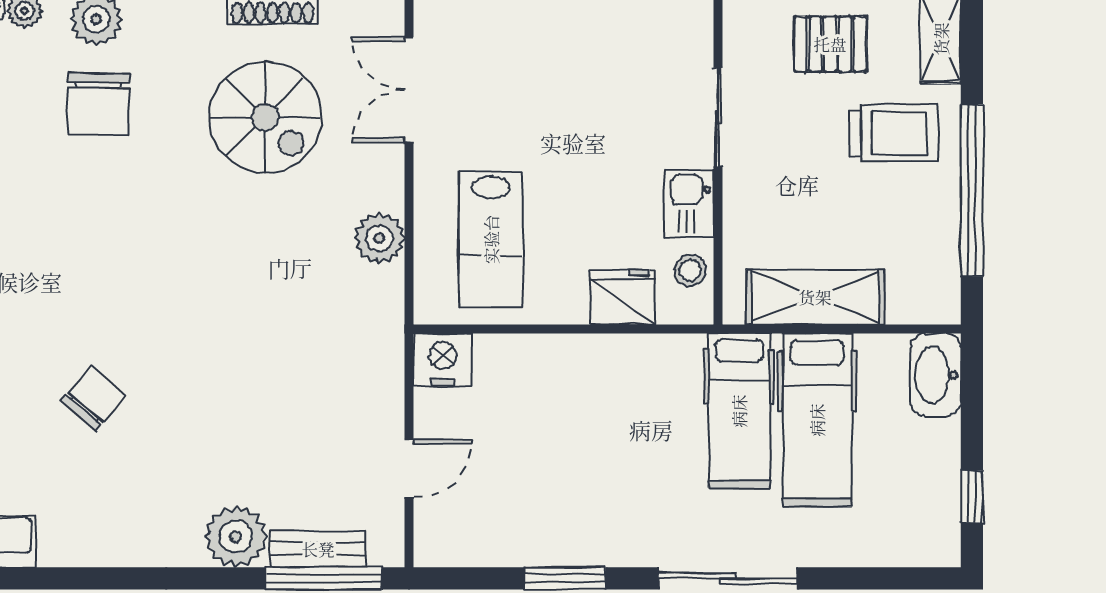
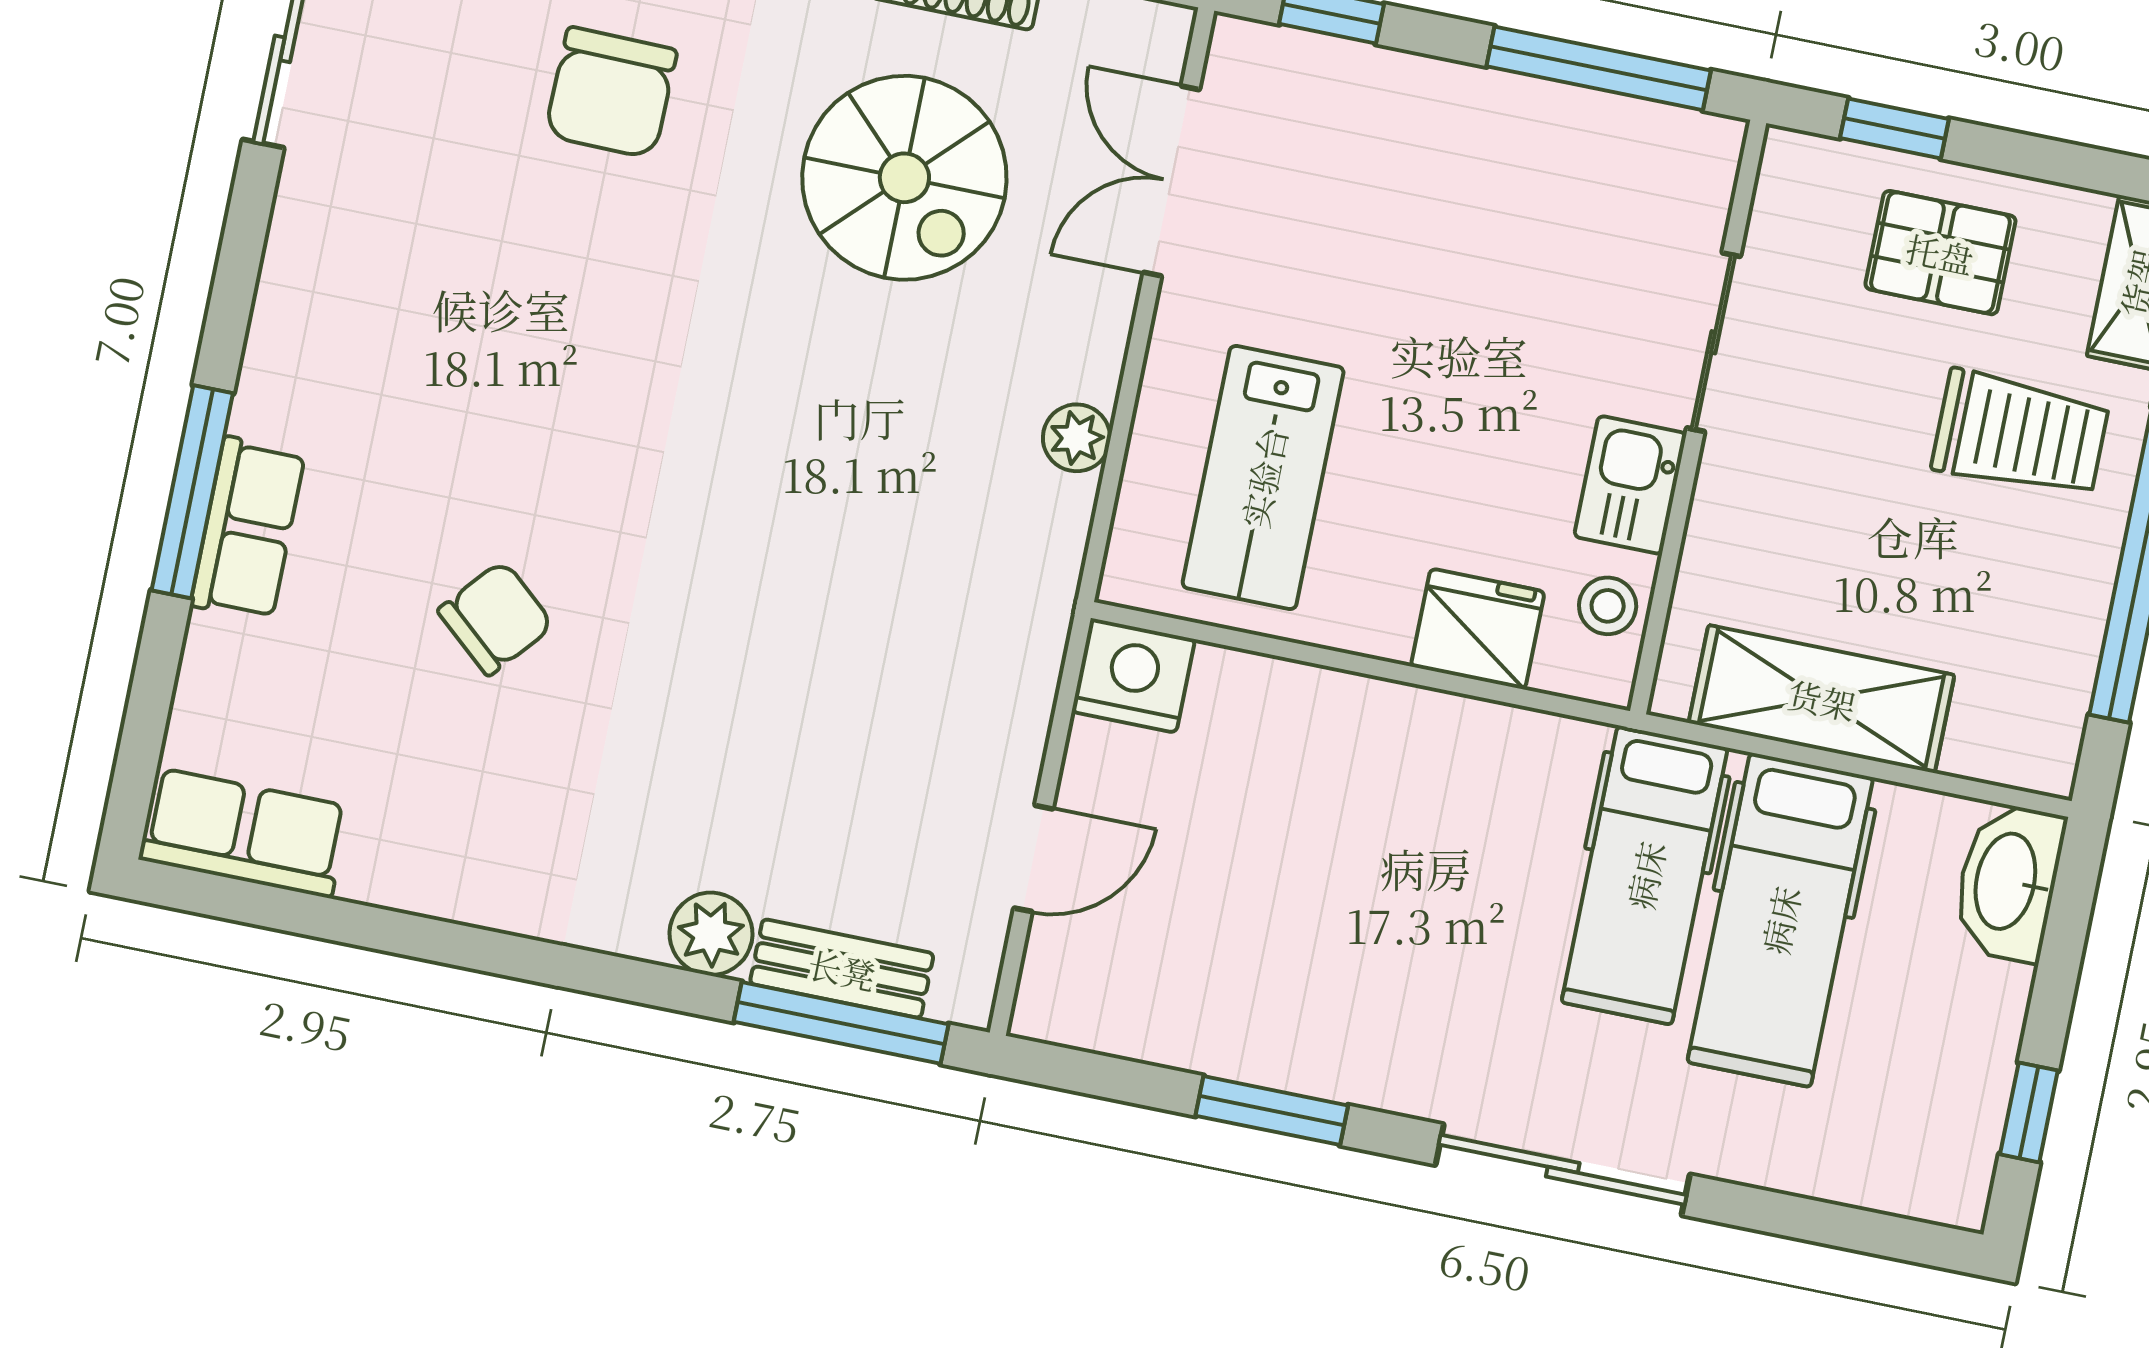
plant: (379, 238) -> (1077, 438), width x0.73, depth x0.73
plant: (236, 536) -> (711, 934), width x0.73, depth x0.73

